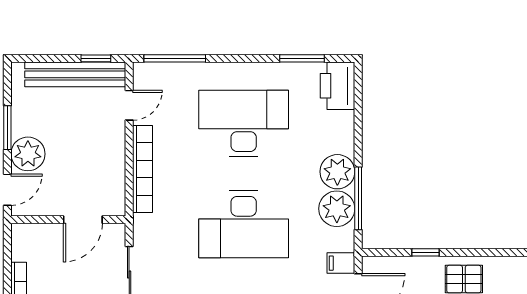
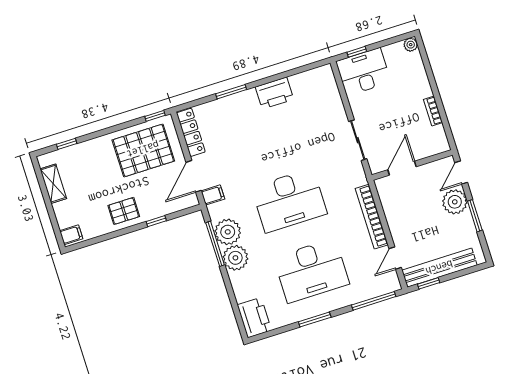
window: (302, 58) -> (315, 319), moved
desk: (244, 224) -> (289, 200), turned 180

